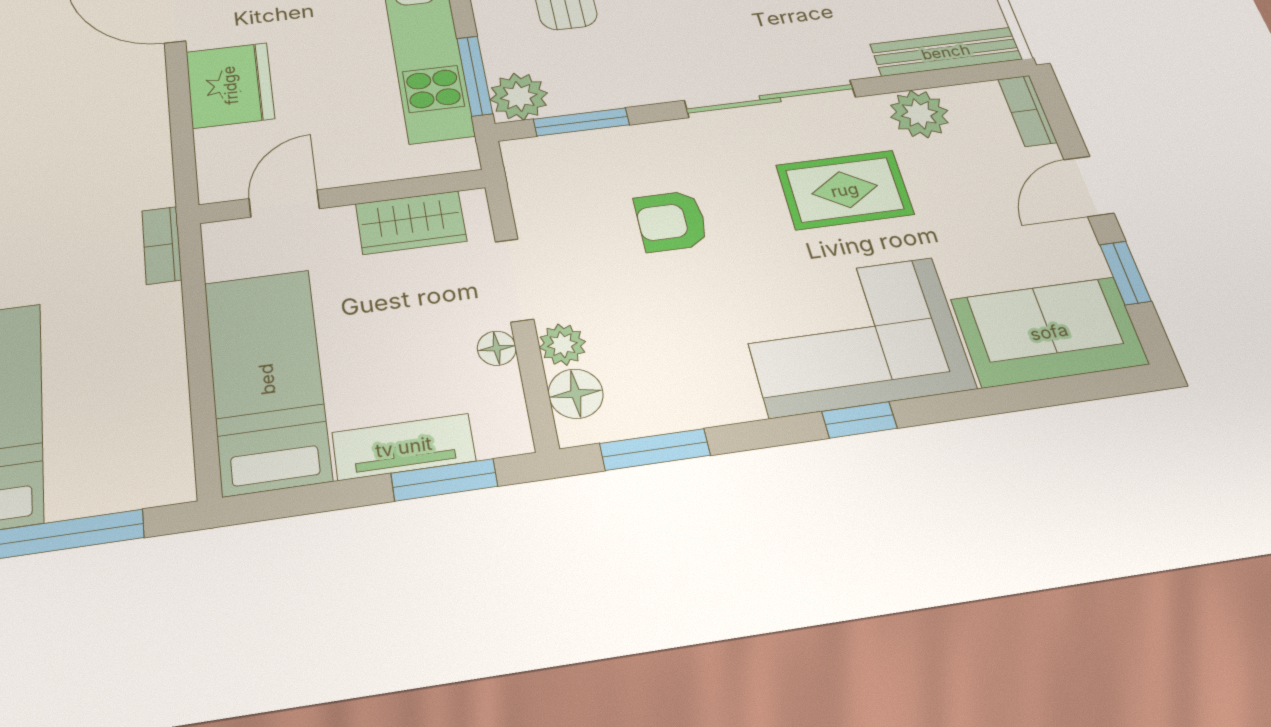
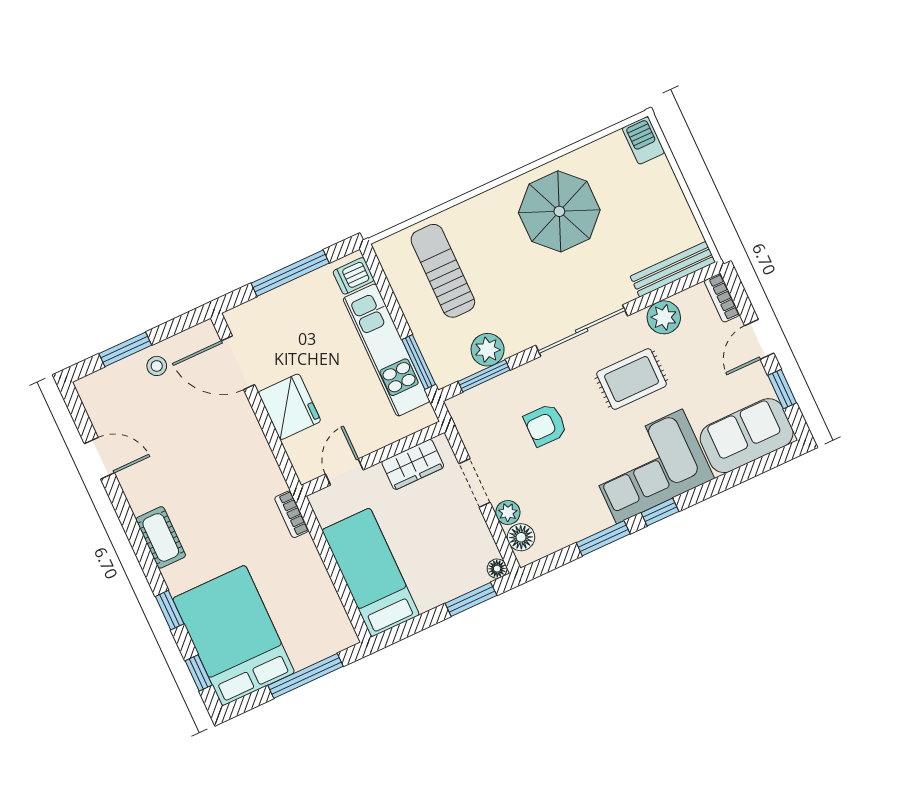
plant: (519, 96) -> (488, 350), moved
floor lamp: (497, 348) -> (497, 569), moved
tv unit: (404, 447) -> (447, 588), removed
window: (655, 449) -> (603, 538), moved

